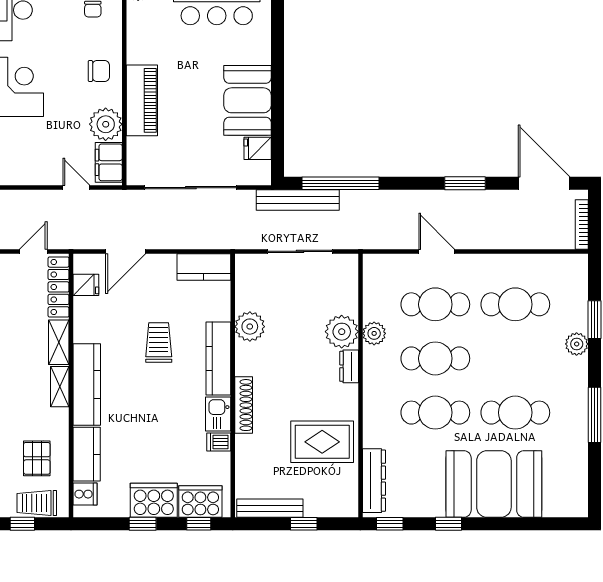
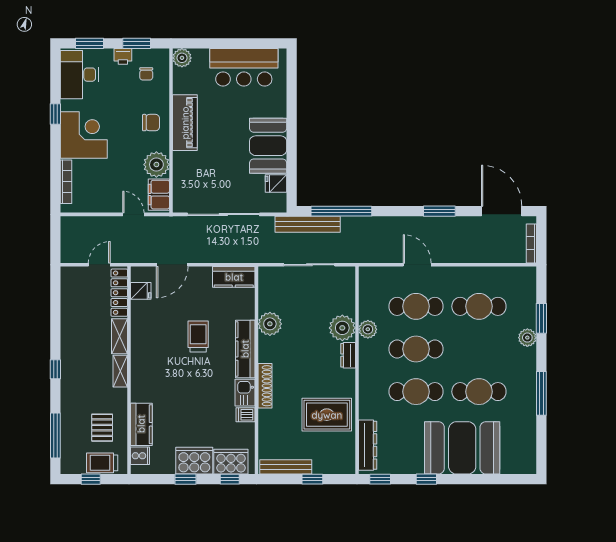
piano: (142, 100) -> (185, 123), moved
kitchen counter: (87, 385) -> (141, 369), removed

